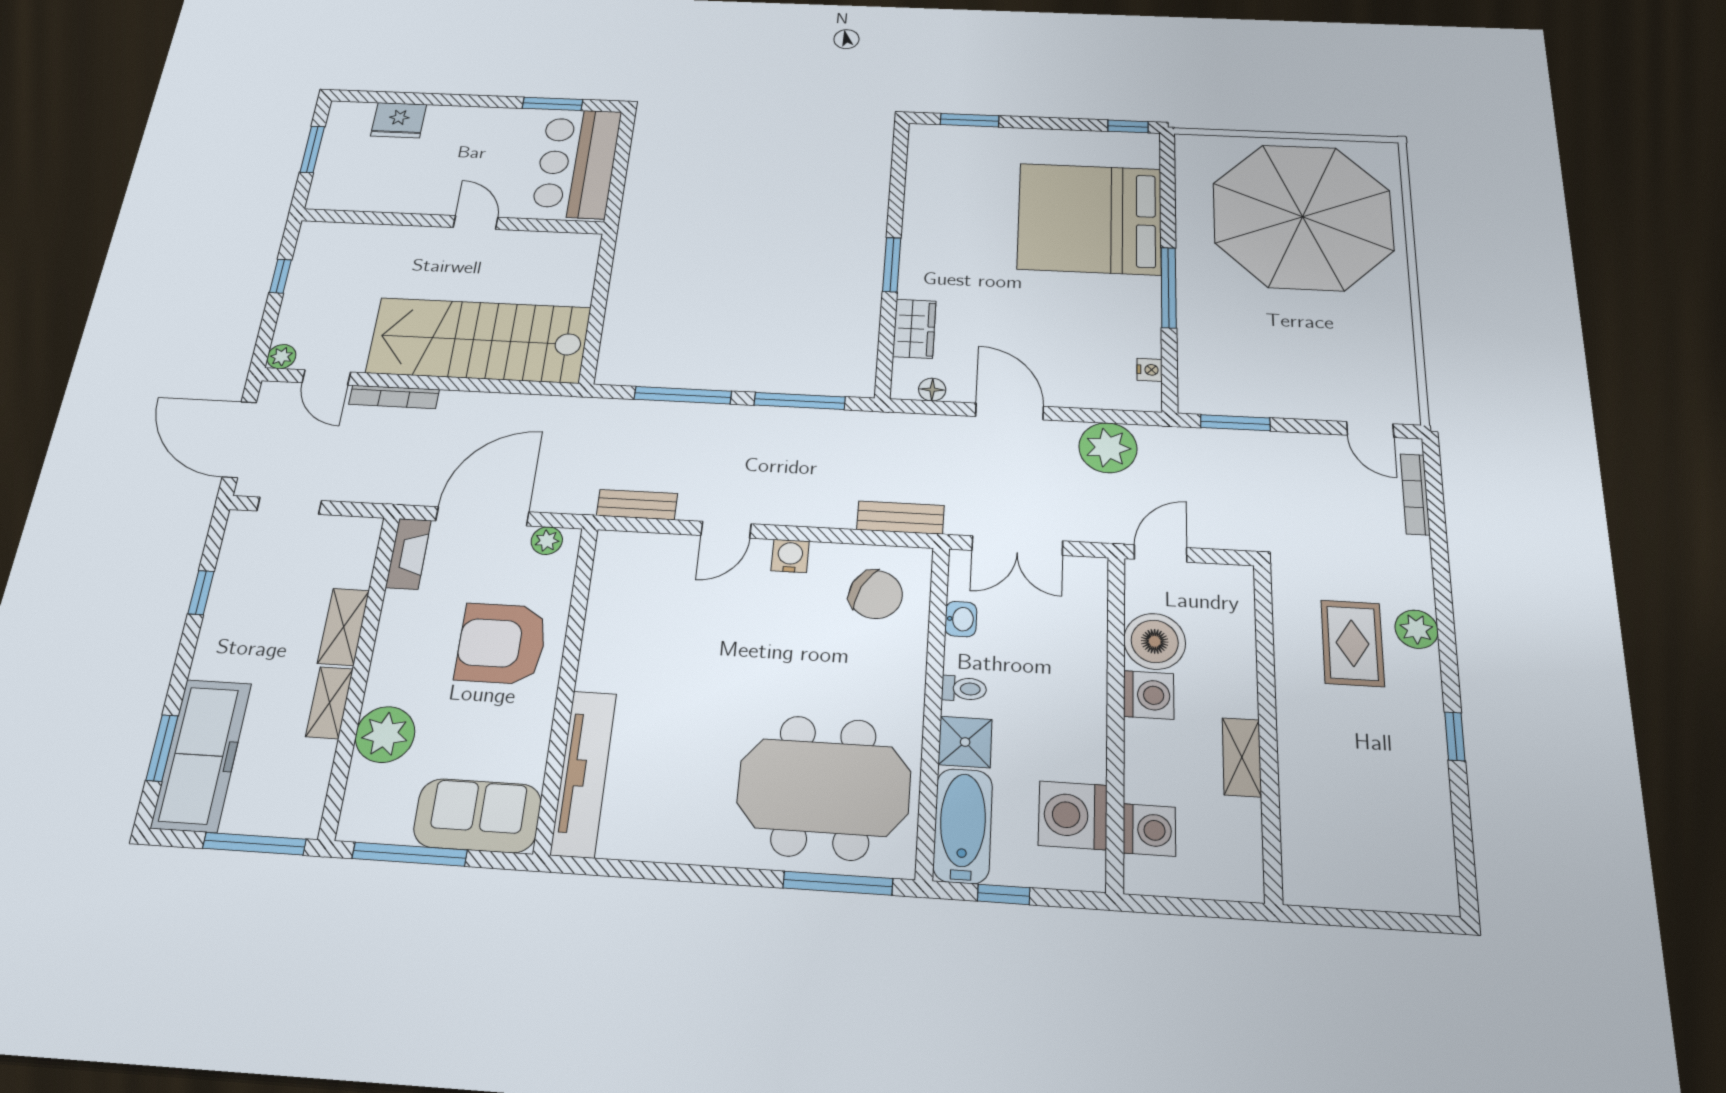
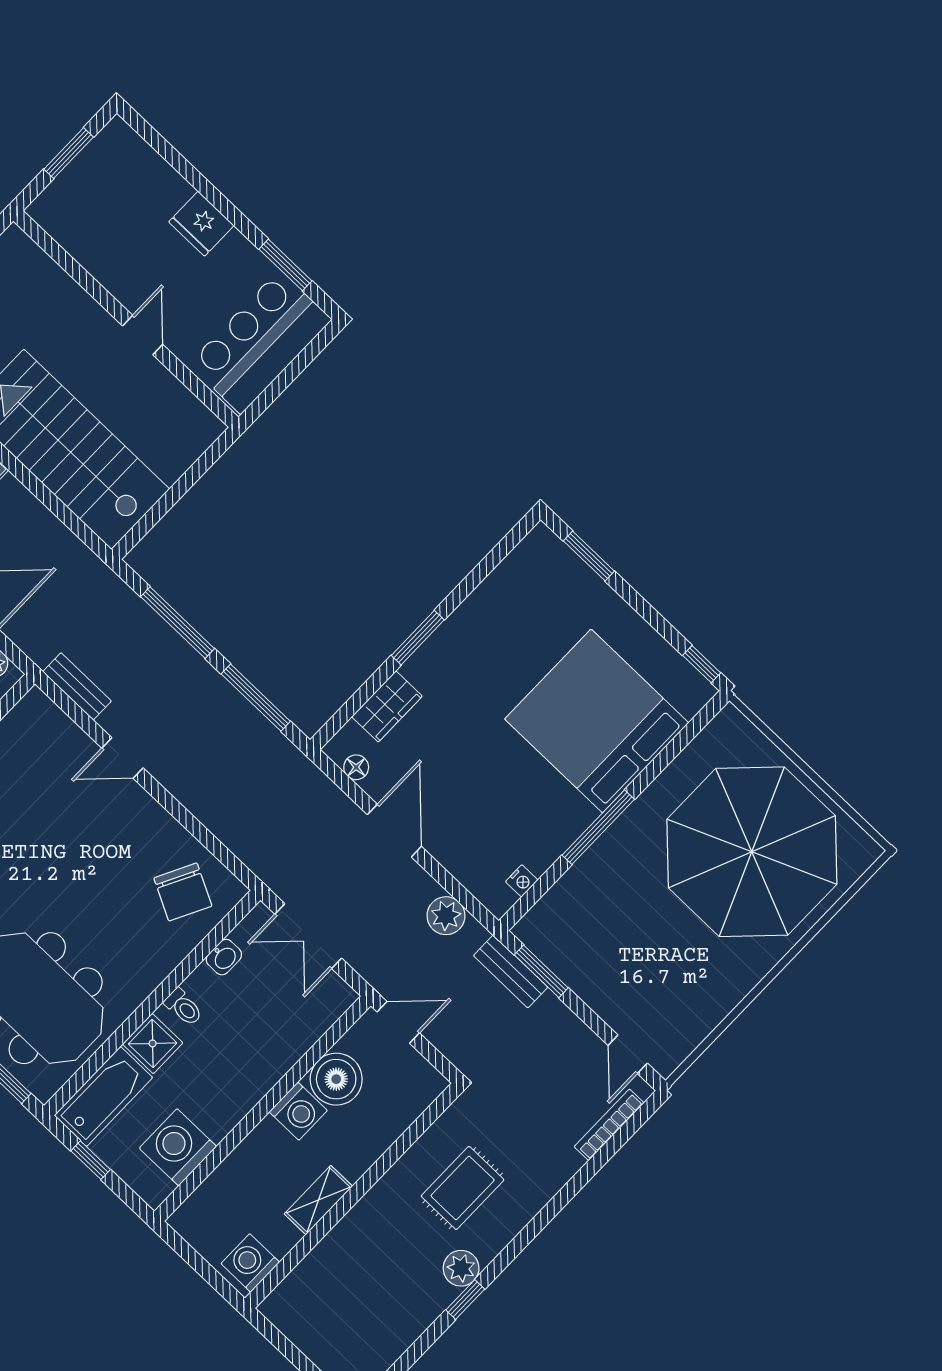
fridge: (399, 120) -> (201, 224), moved
plant: (1108, 448) -> (446, 916), width x0.73, depth x0.73
bench: (900, 518) -> (511, 971), moved
water cooler: (790, 556) -> (150, 815), removed
plant: (1417, 629) -> (461, 1268), moved
washing machine: (1149, 830) -> (250, 1263), moved, turned 180

